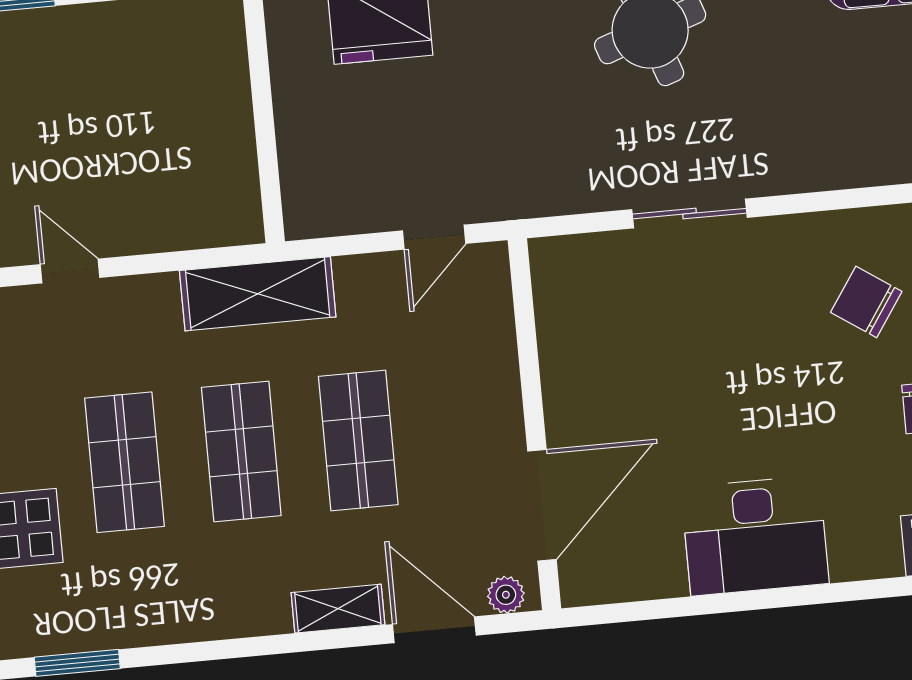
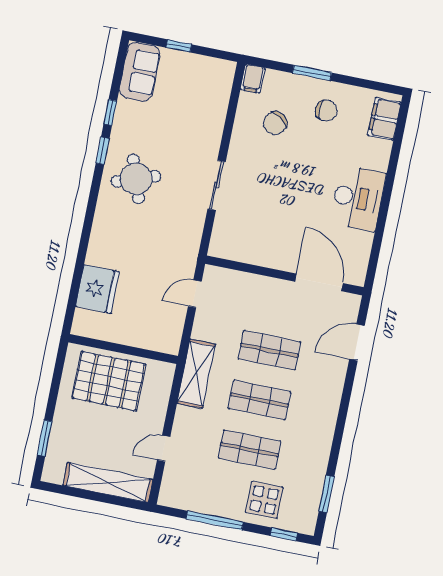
pallet: (183, 104) -> (109, 381), added
door: (434, 237) -> (195, 294), swing flipped
plant: (506, 595) -> (351, 308), removed
shelving: (338, 609) -> (336, 380), removed

